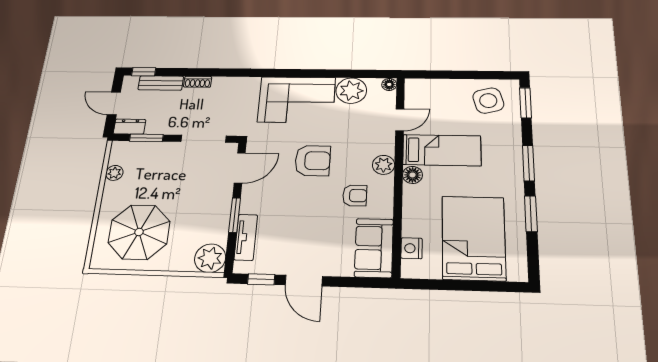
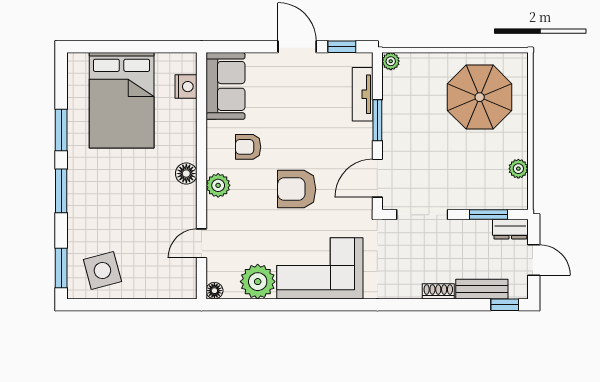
bed: (442, 150) -> (154, 205), removed
plant: (210, 258) -> (391, 61), width x0.53, depth x0.53

